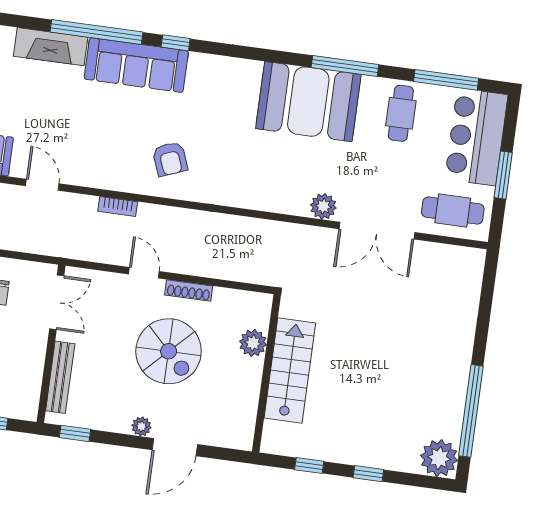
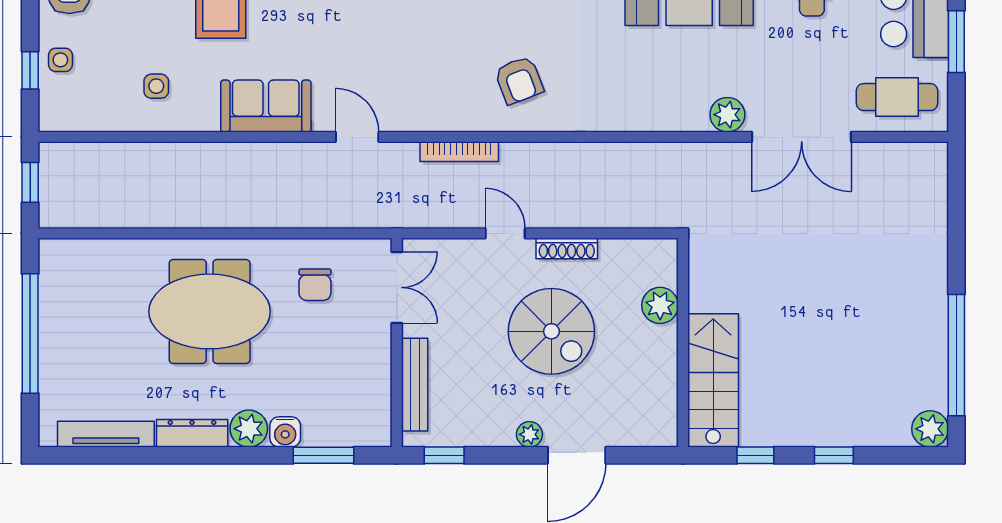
bookcase: (118, 207) -> (459, 152), width x1.56
stairs: (290, 370) -> (713, 380), moved
plant: (439, 458) -> (930, 429), width x0.73, depth x0.73

